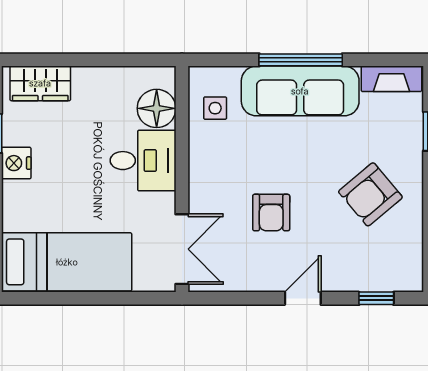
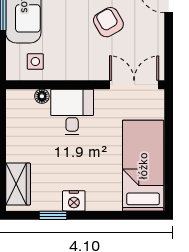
floor lamp: (157, 108) -> (42, 96), width x0.53, depth x0.53
armchair: (271, 213) -> (108, 22), turned -120

